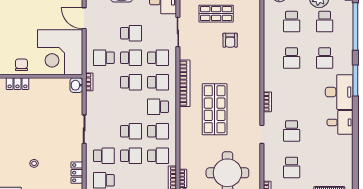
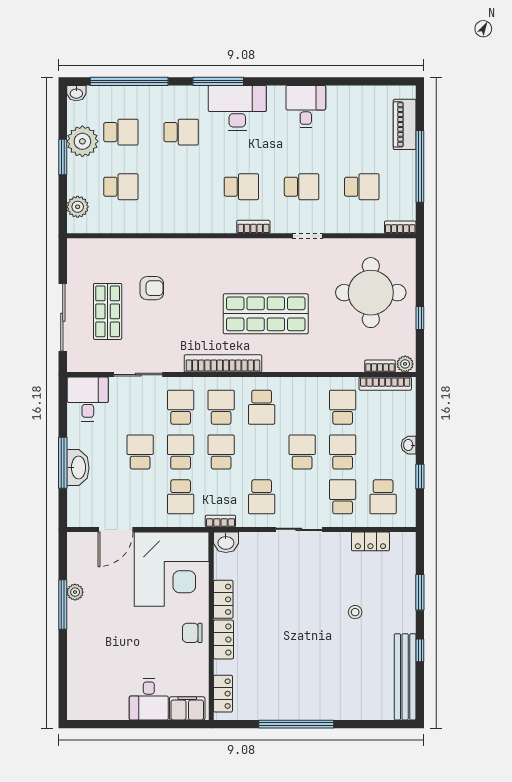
school desk: (292, 58) -> (241, 187), moved
locker: (42, 84) -> (223, 599), added
desk: (340, 122) -> (306, 107), moved
school desk: (158, 131) -> (262, 497), moved, turned 180

